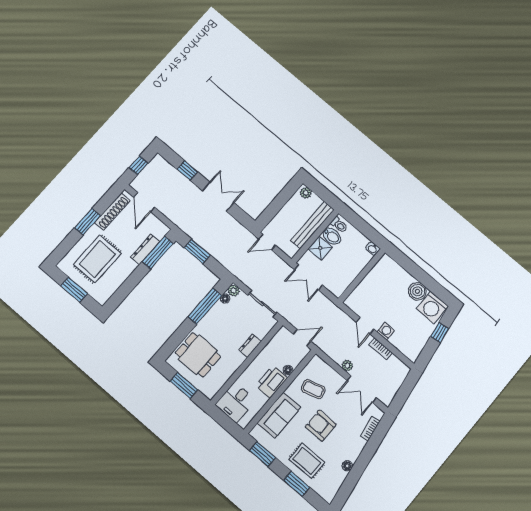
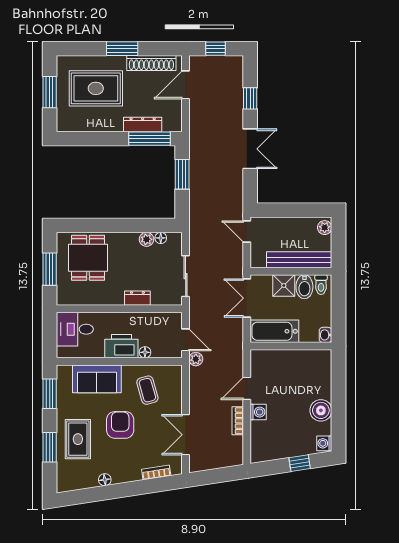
bathtub: (344, 278) -> (274, 331), added
plant: (234, 290) -> (146, 239), moved
window: (205, 306) -> (138, 225), removed
washing machine: (432, 307) -> (324, 443), width x0.53, depth x0.53
plant: (347, 366) -> (196, 359), moved

